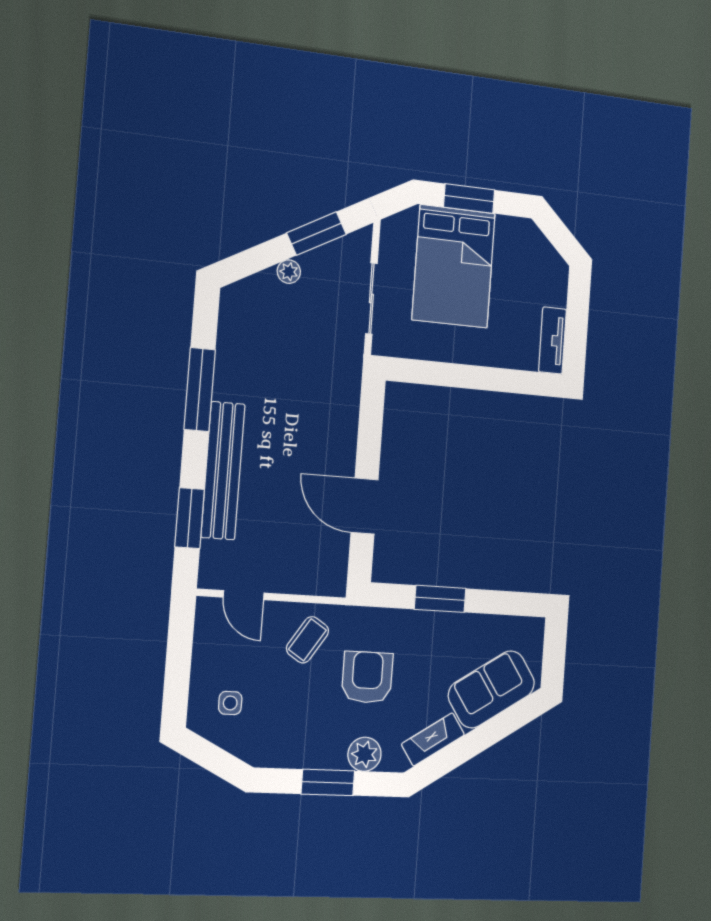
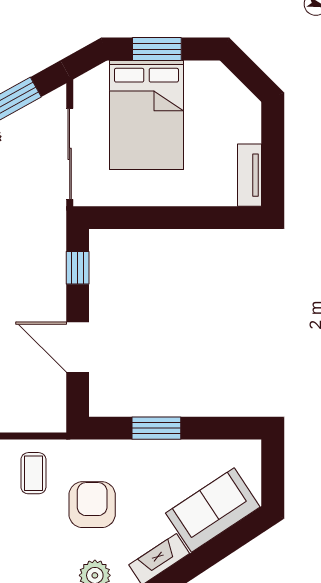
sliding door: (371, 298) -> (70, 154), width x1.37
window: (371, 421) -> (78, 268), added
coffee table: (307, 640) -> (33, 473), turned -33

